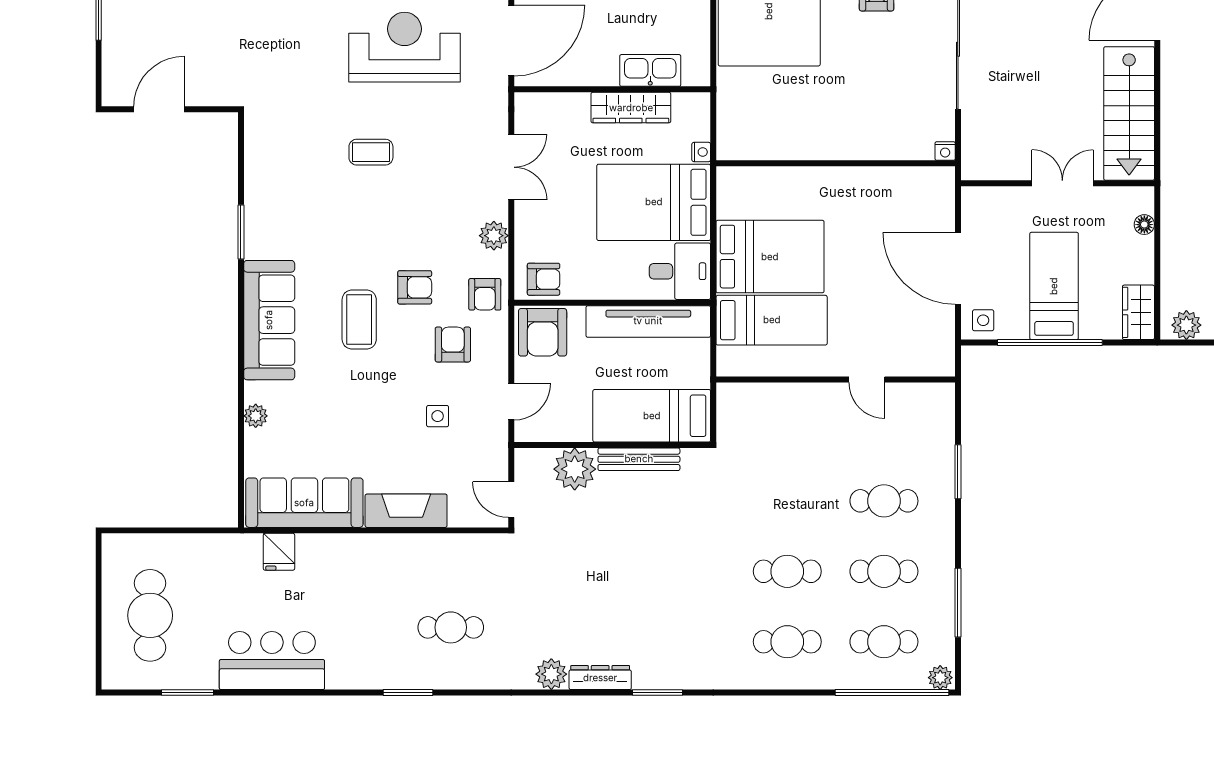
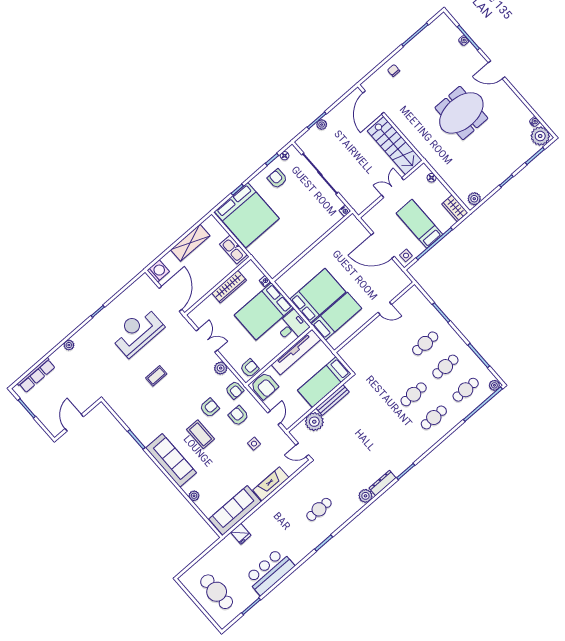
kitchen sink: (650, 70) -> (233, 250), moved, turned -90

